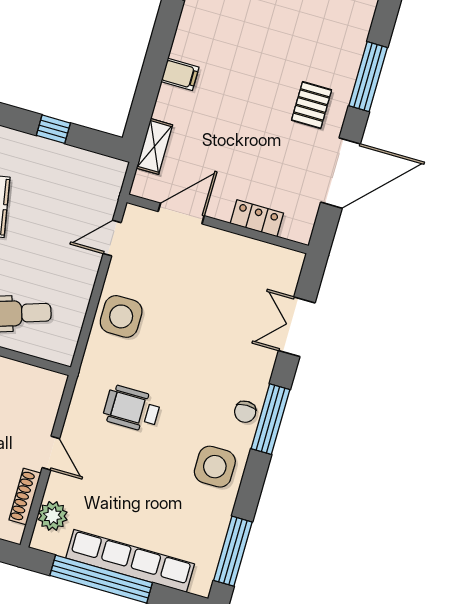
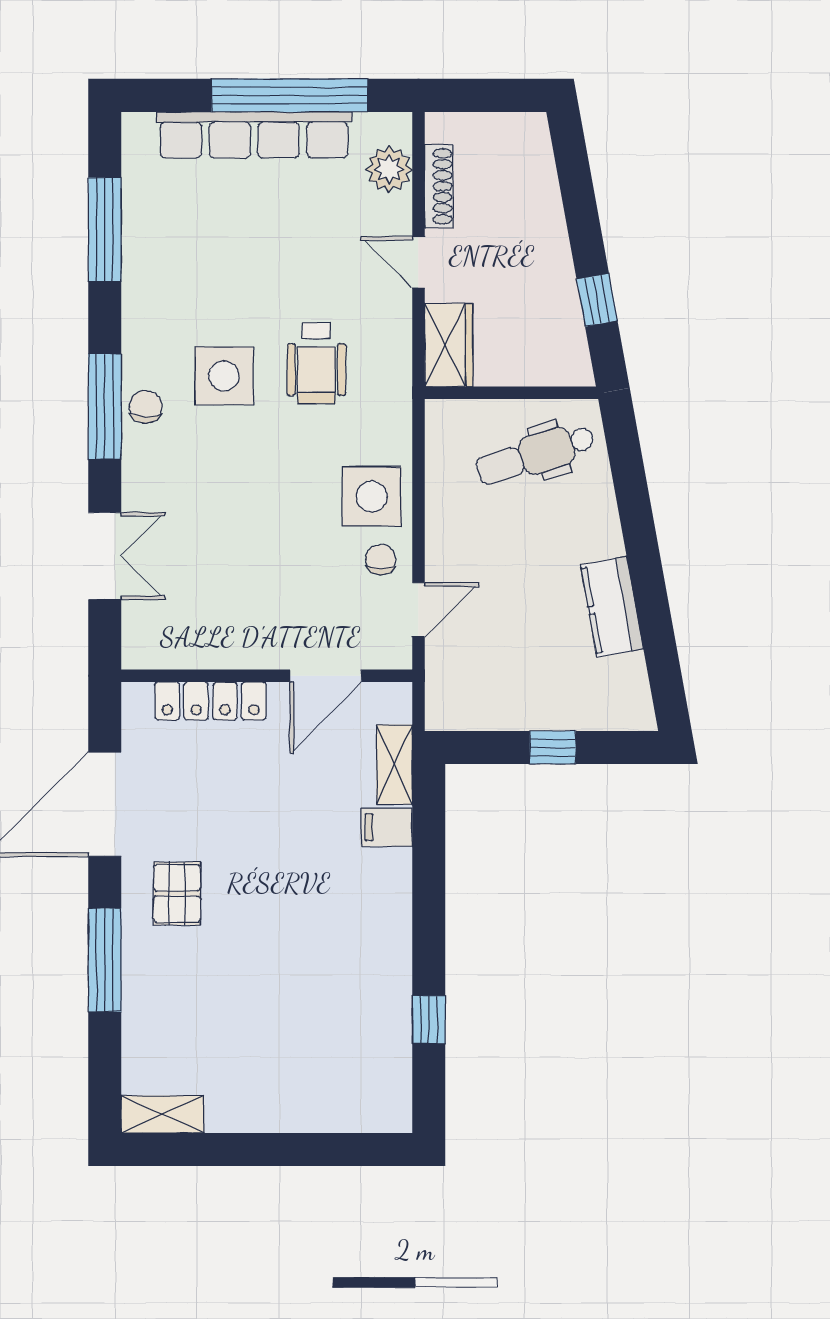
filing cabinet: (180, 74) -> (387, 827), moved
locker: (257, 218) -> (211, 701), width x1.53
chair: (127, 276) -> (380, 560), added
wardrobe: (47, 397) -> (449, 345), added
wheelchair: (132, 409) -> (316, 363), turned 90
side table: (215, 467) -> (224, 376), moved
window: (233, 551) -> (105, 230), moved

